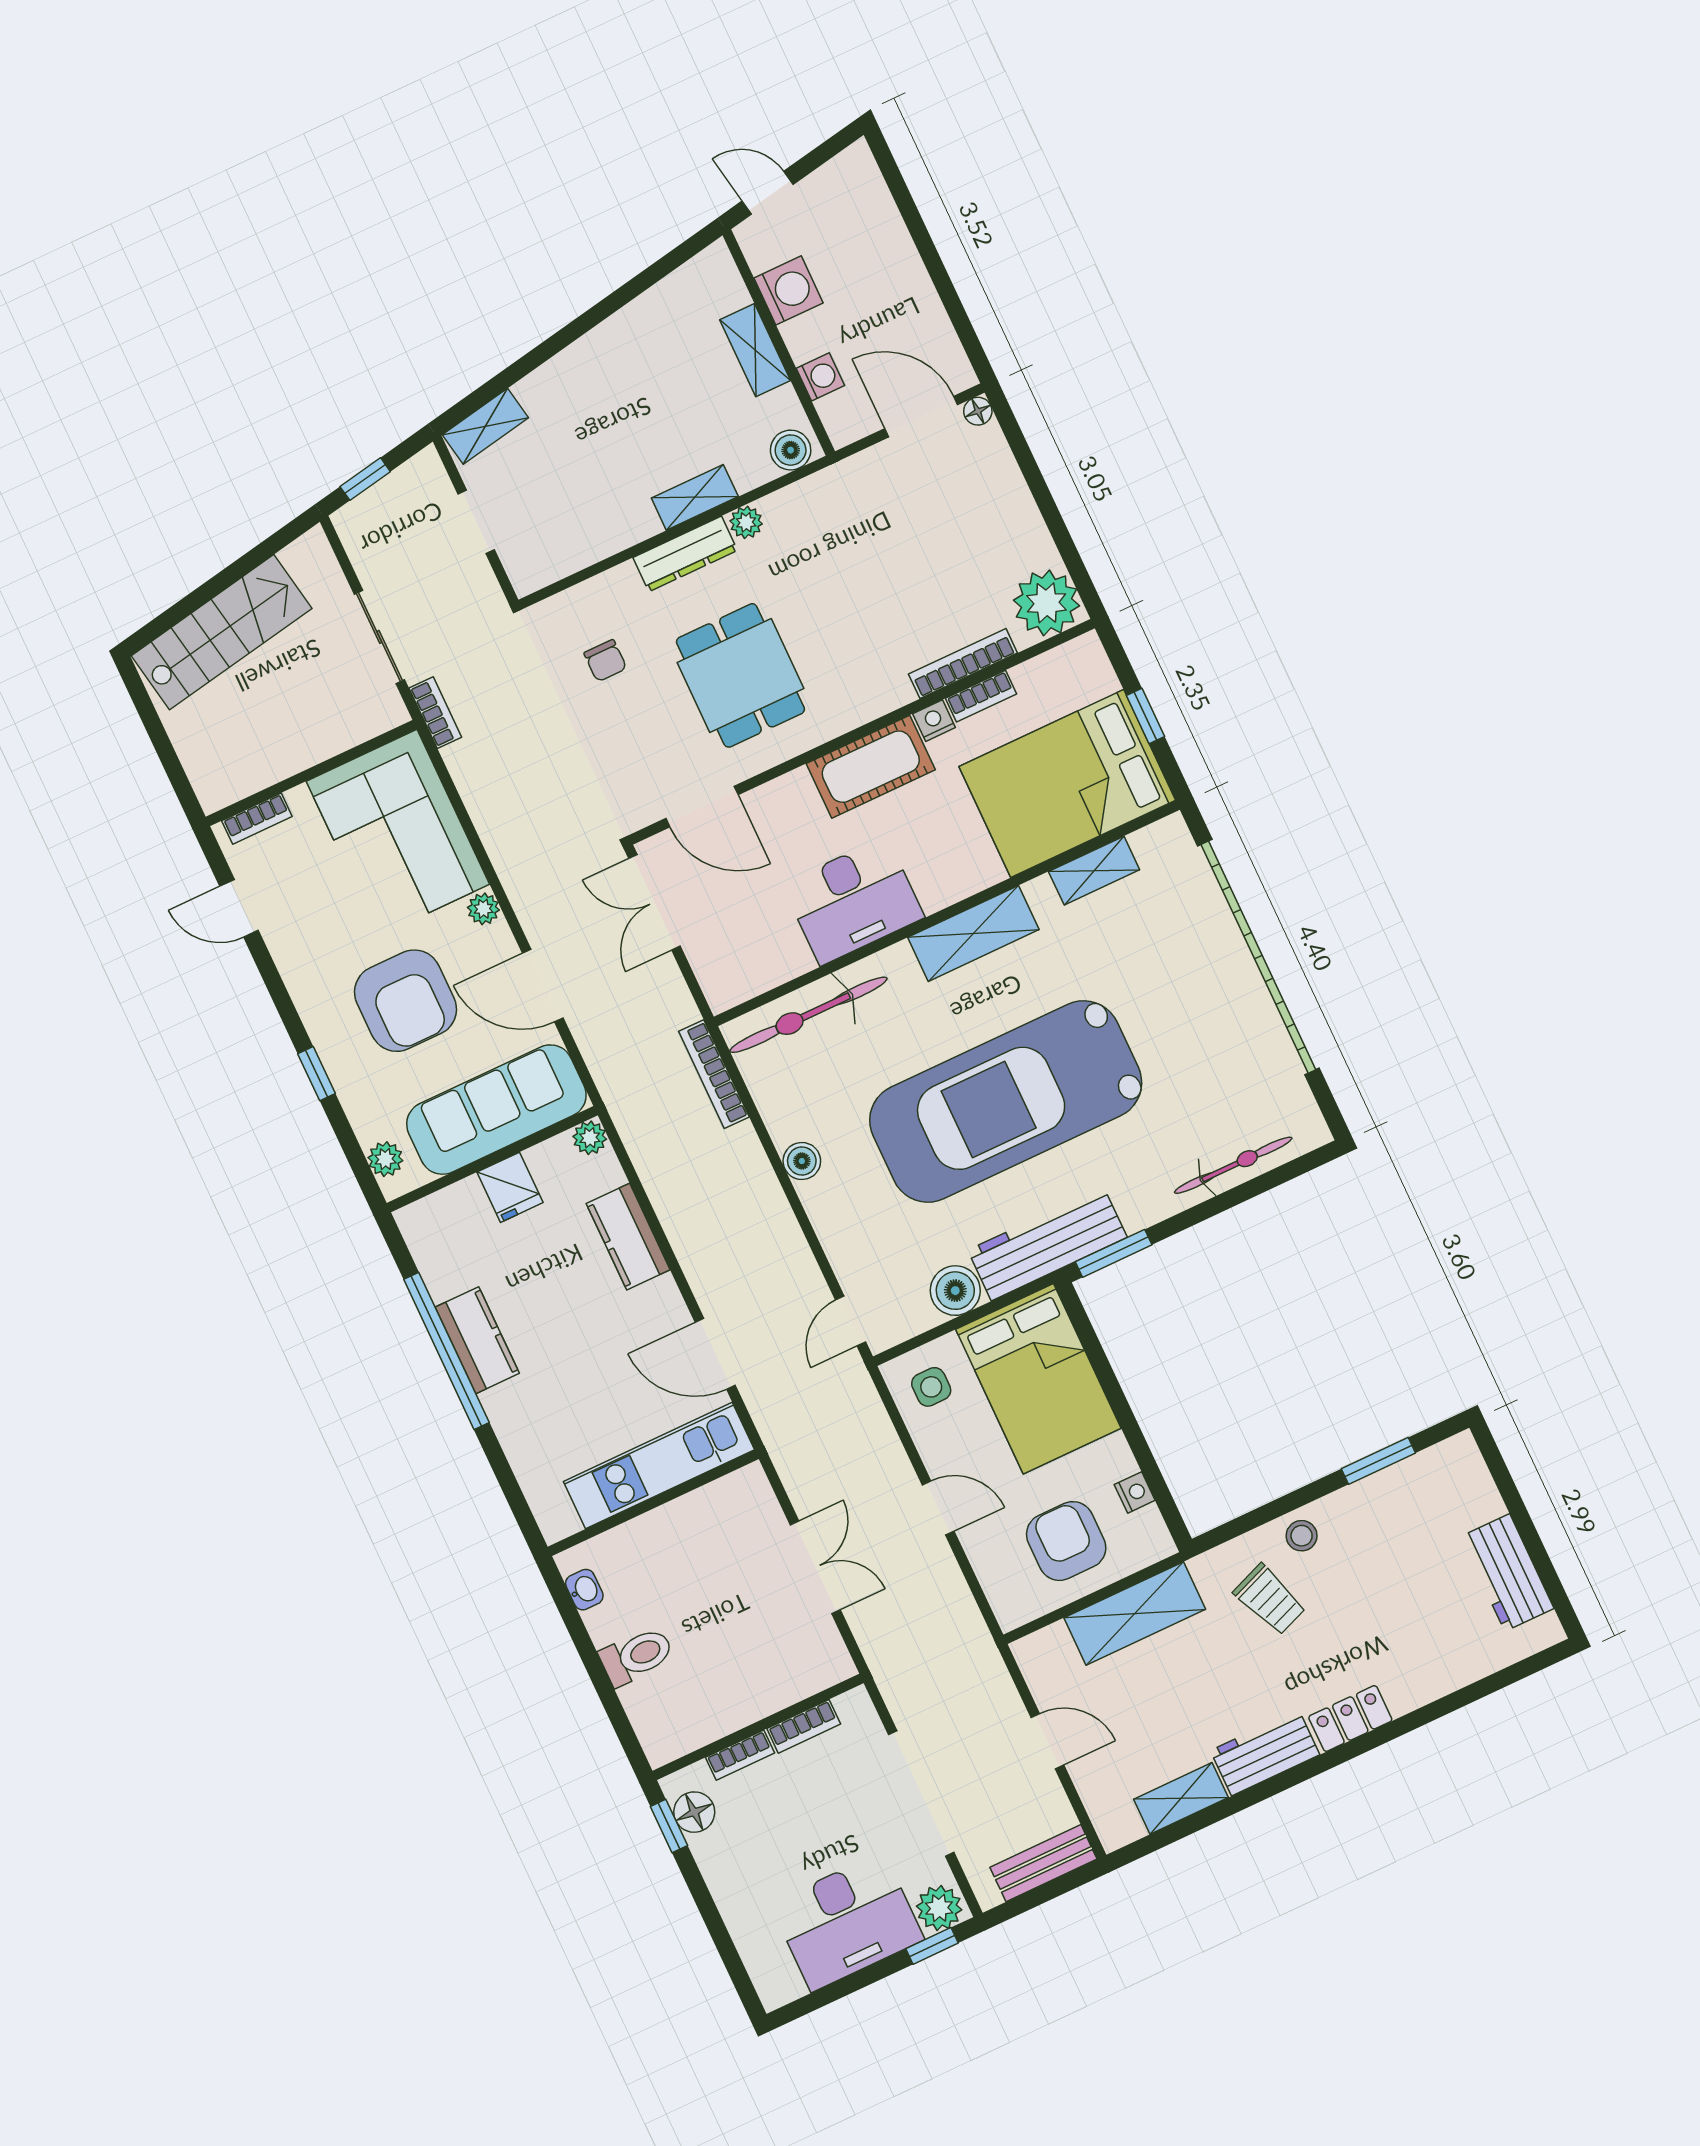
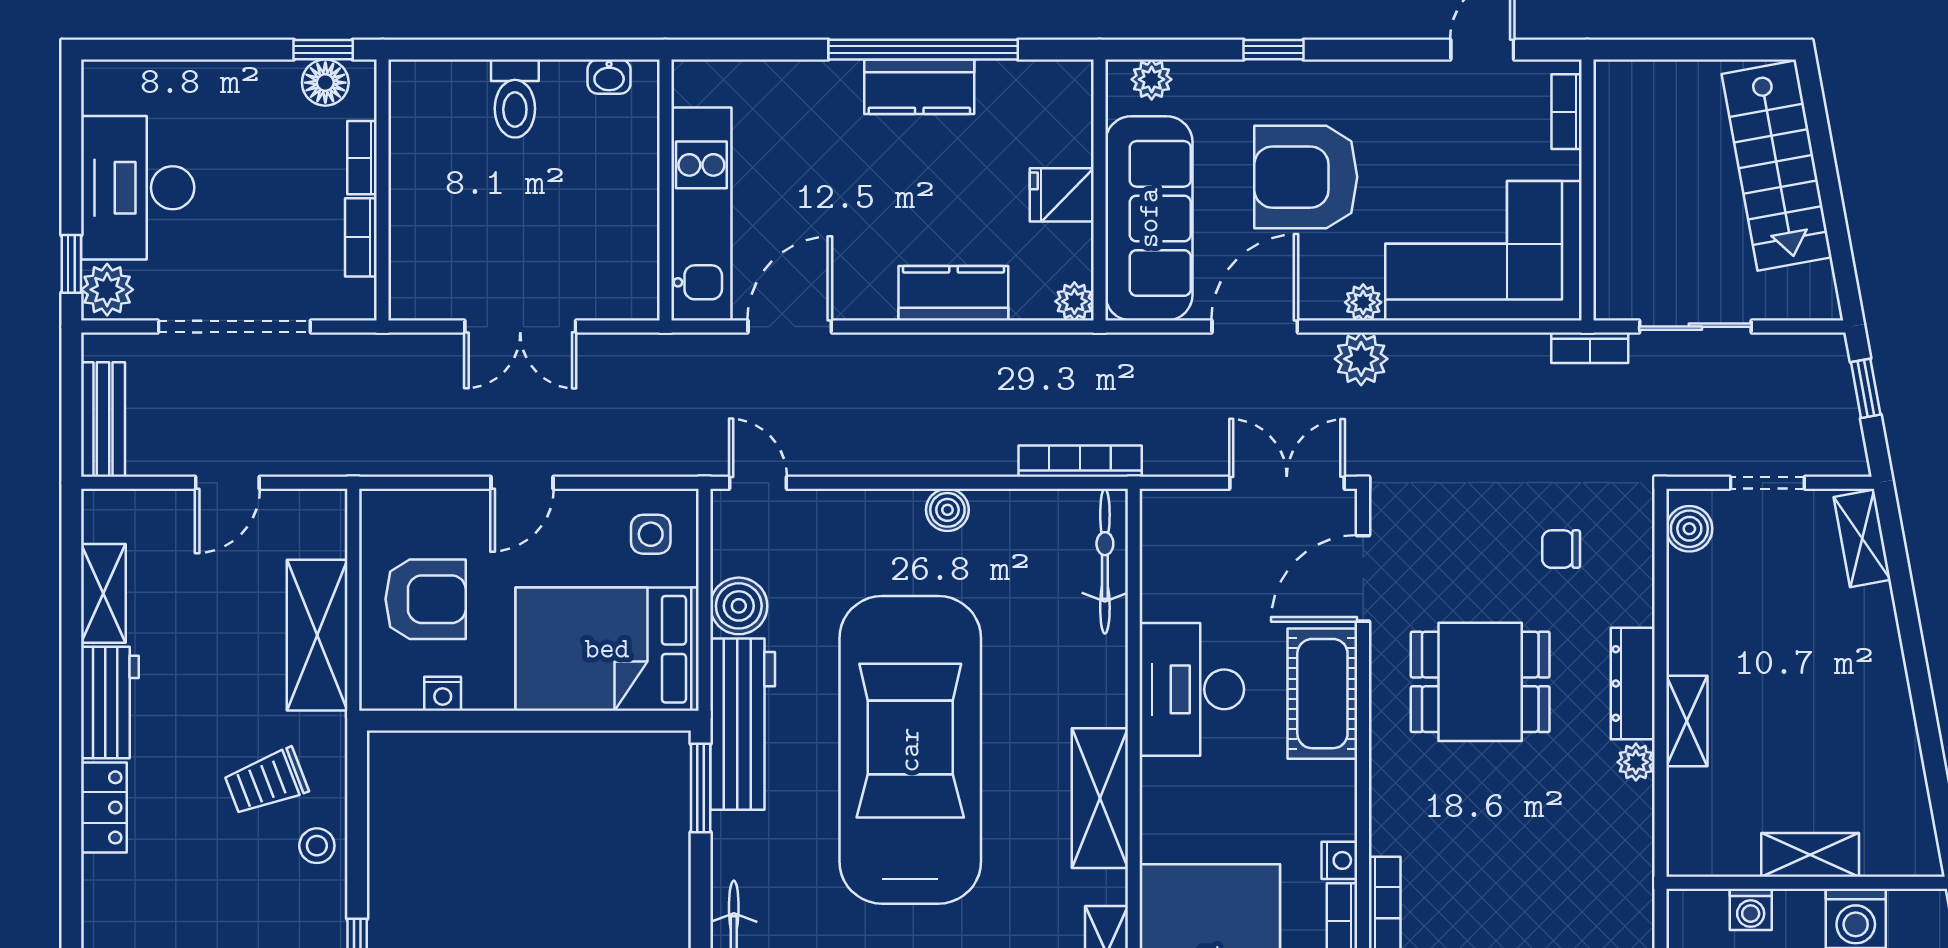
boiler: (791, 450) -> (1689, 529), moved
cot: (871, 767) -> (1322, 694), moved
plant: (529, 889) -> (1361, 359), added
bicycle: (808, 1015) -> (1105, 561), width x0.73, depth x0.71

